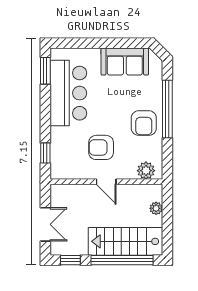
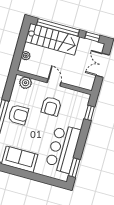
armchair: (144, 123) -> (18, 115), turned 90
armchair: (101, 147) -> (51, 106), turned 90

